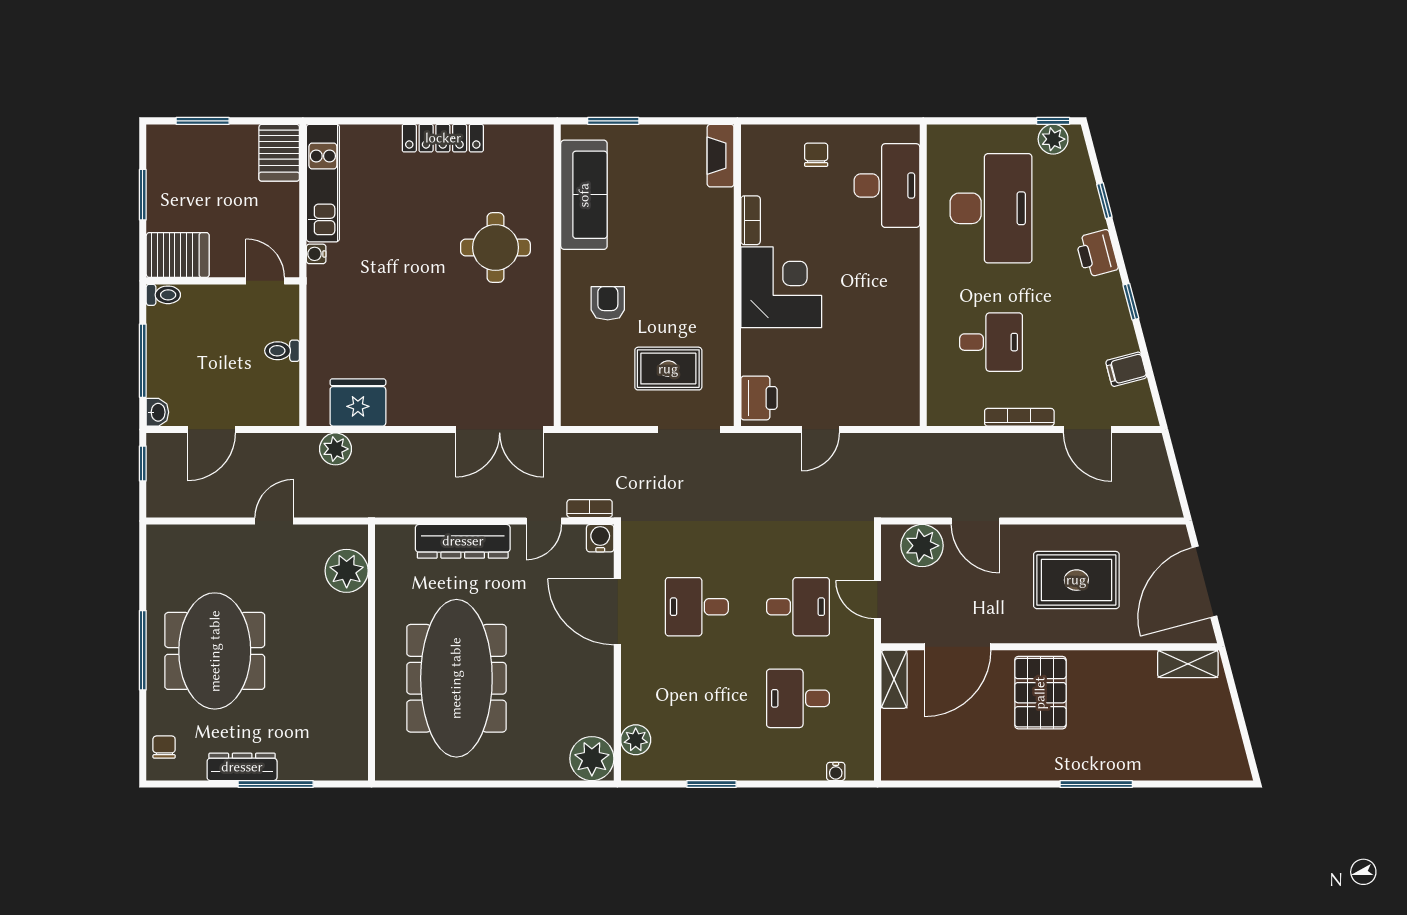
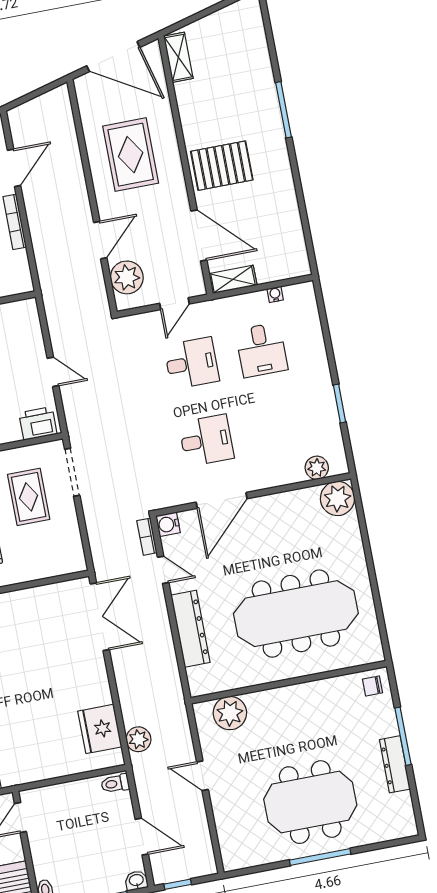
toilet: (282, 351) -> (115, 784), moved, turned 90
desk: (697, 607) -> (206, 440), turned -90
desk: (798, 607) -> (192, 363), turned 90
chair: (164, 747) -> (372, 686), moved
water cooler: (836, 771) -> (275, 294), moved, turned -90

